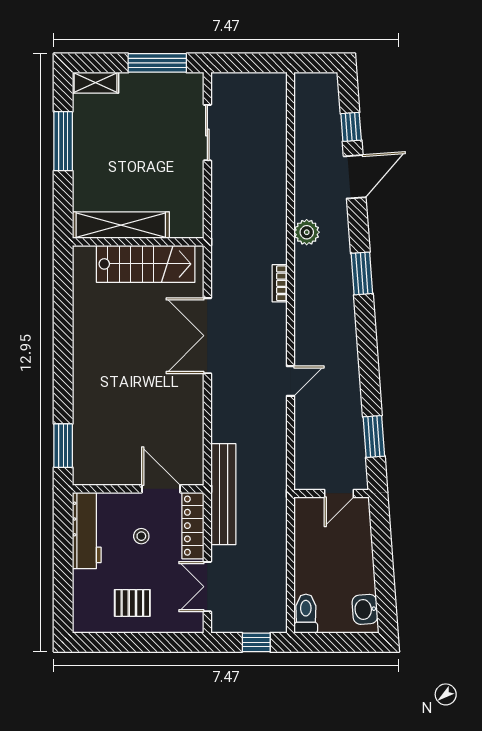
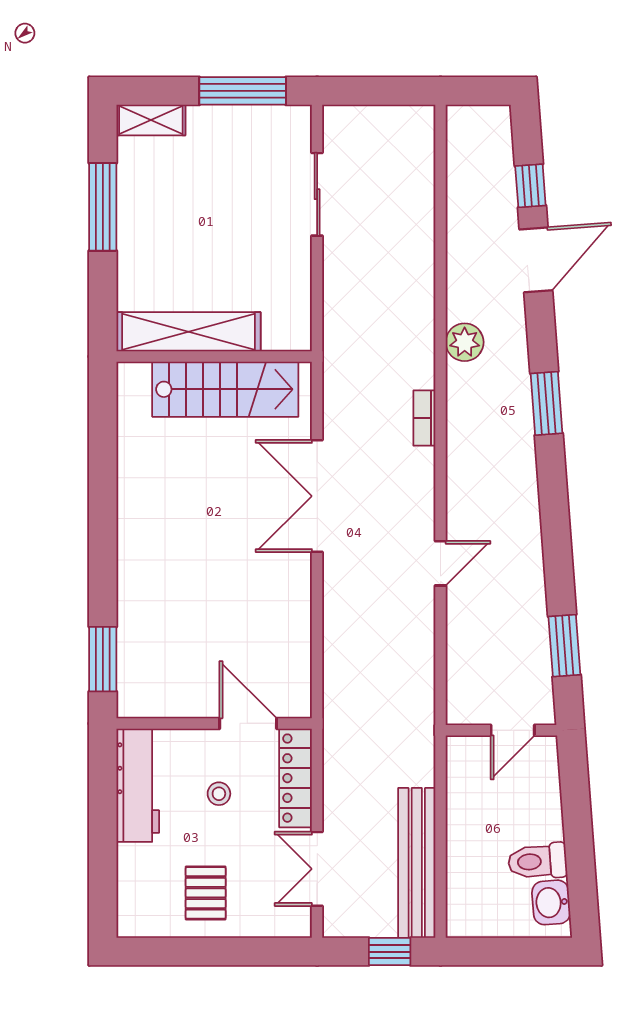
bench: (223, 494) -> (417, 863), moved
pallet: (132, 603) -> (206, 893), turned 90
toilet: (306, 614) -> (537, 861), moved, turned -94

